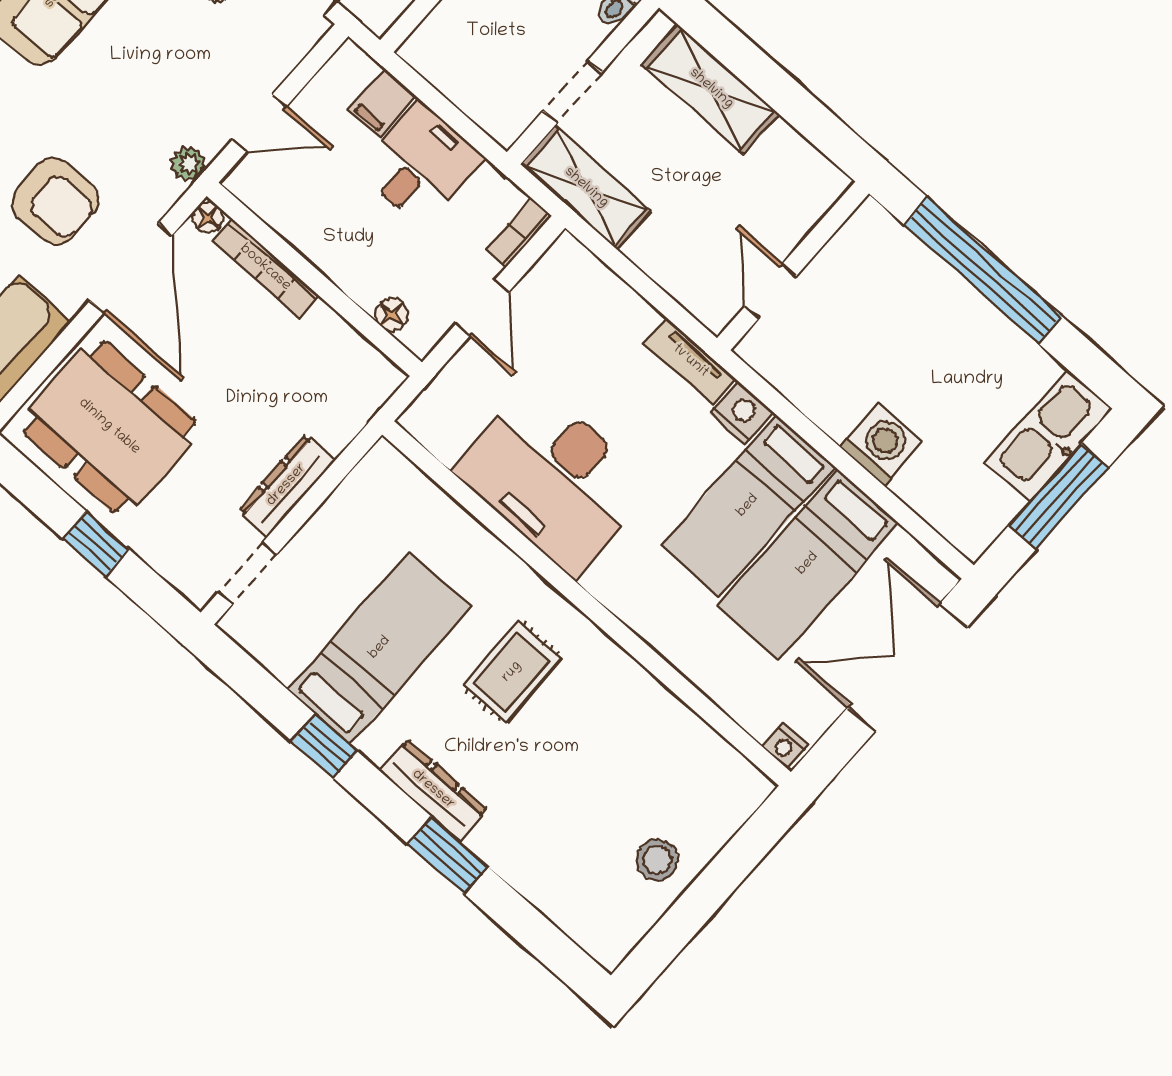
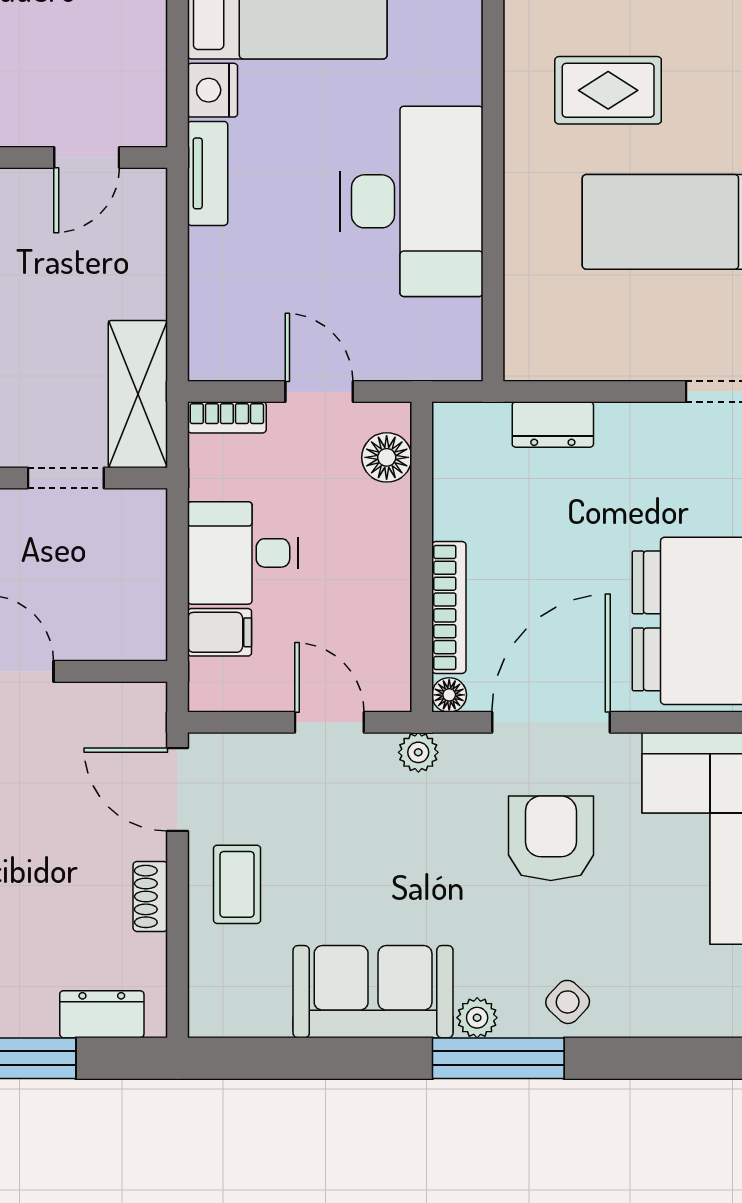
door: (482, 308) -> (319, 392), hinge flipped
floor lamp: (392, 315) -> (387, 457), width x1.37, depth x1.37
dresser: (287, 485) -> (553, 425), moved, width x0.70

